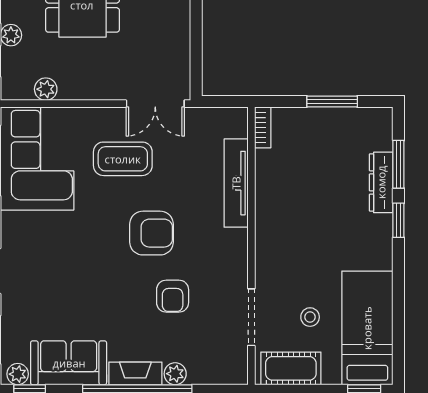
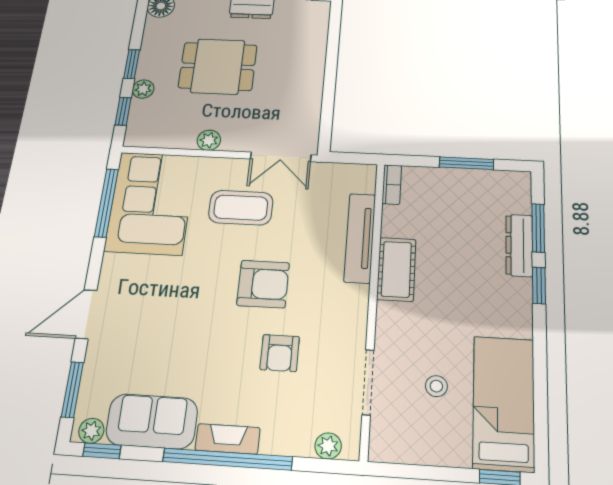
plant: (46, 89) -> (209, 140), moved
cot: (291, 368) -> (396, 269), moved, turned 90
plant: (175, 374) -> (328, 446), moved

